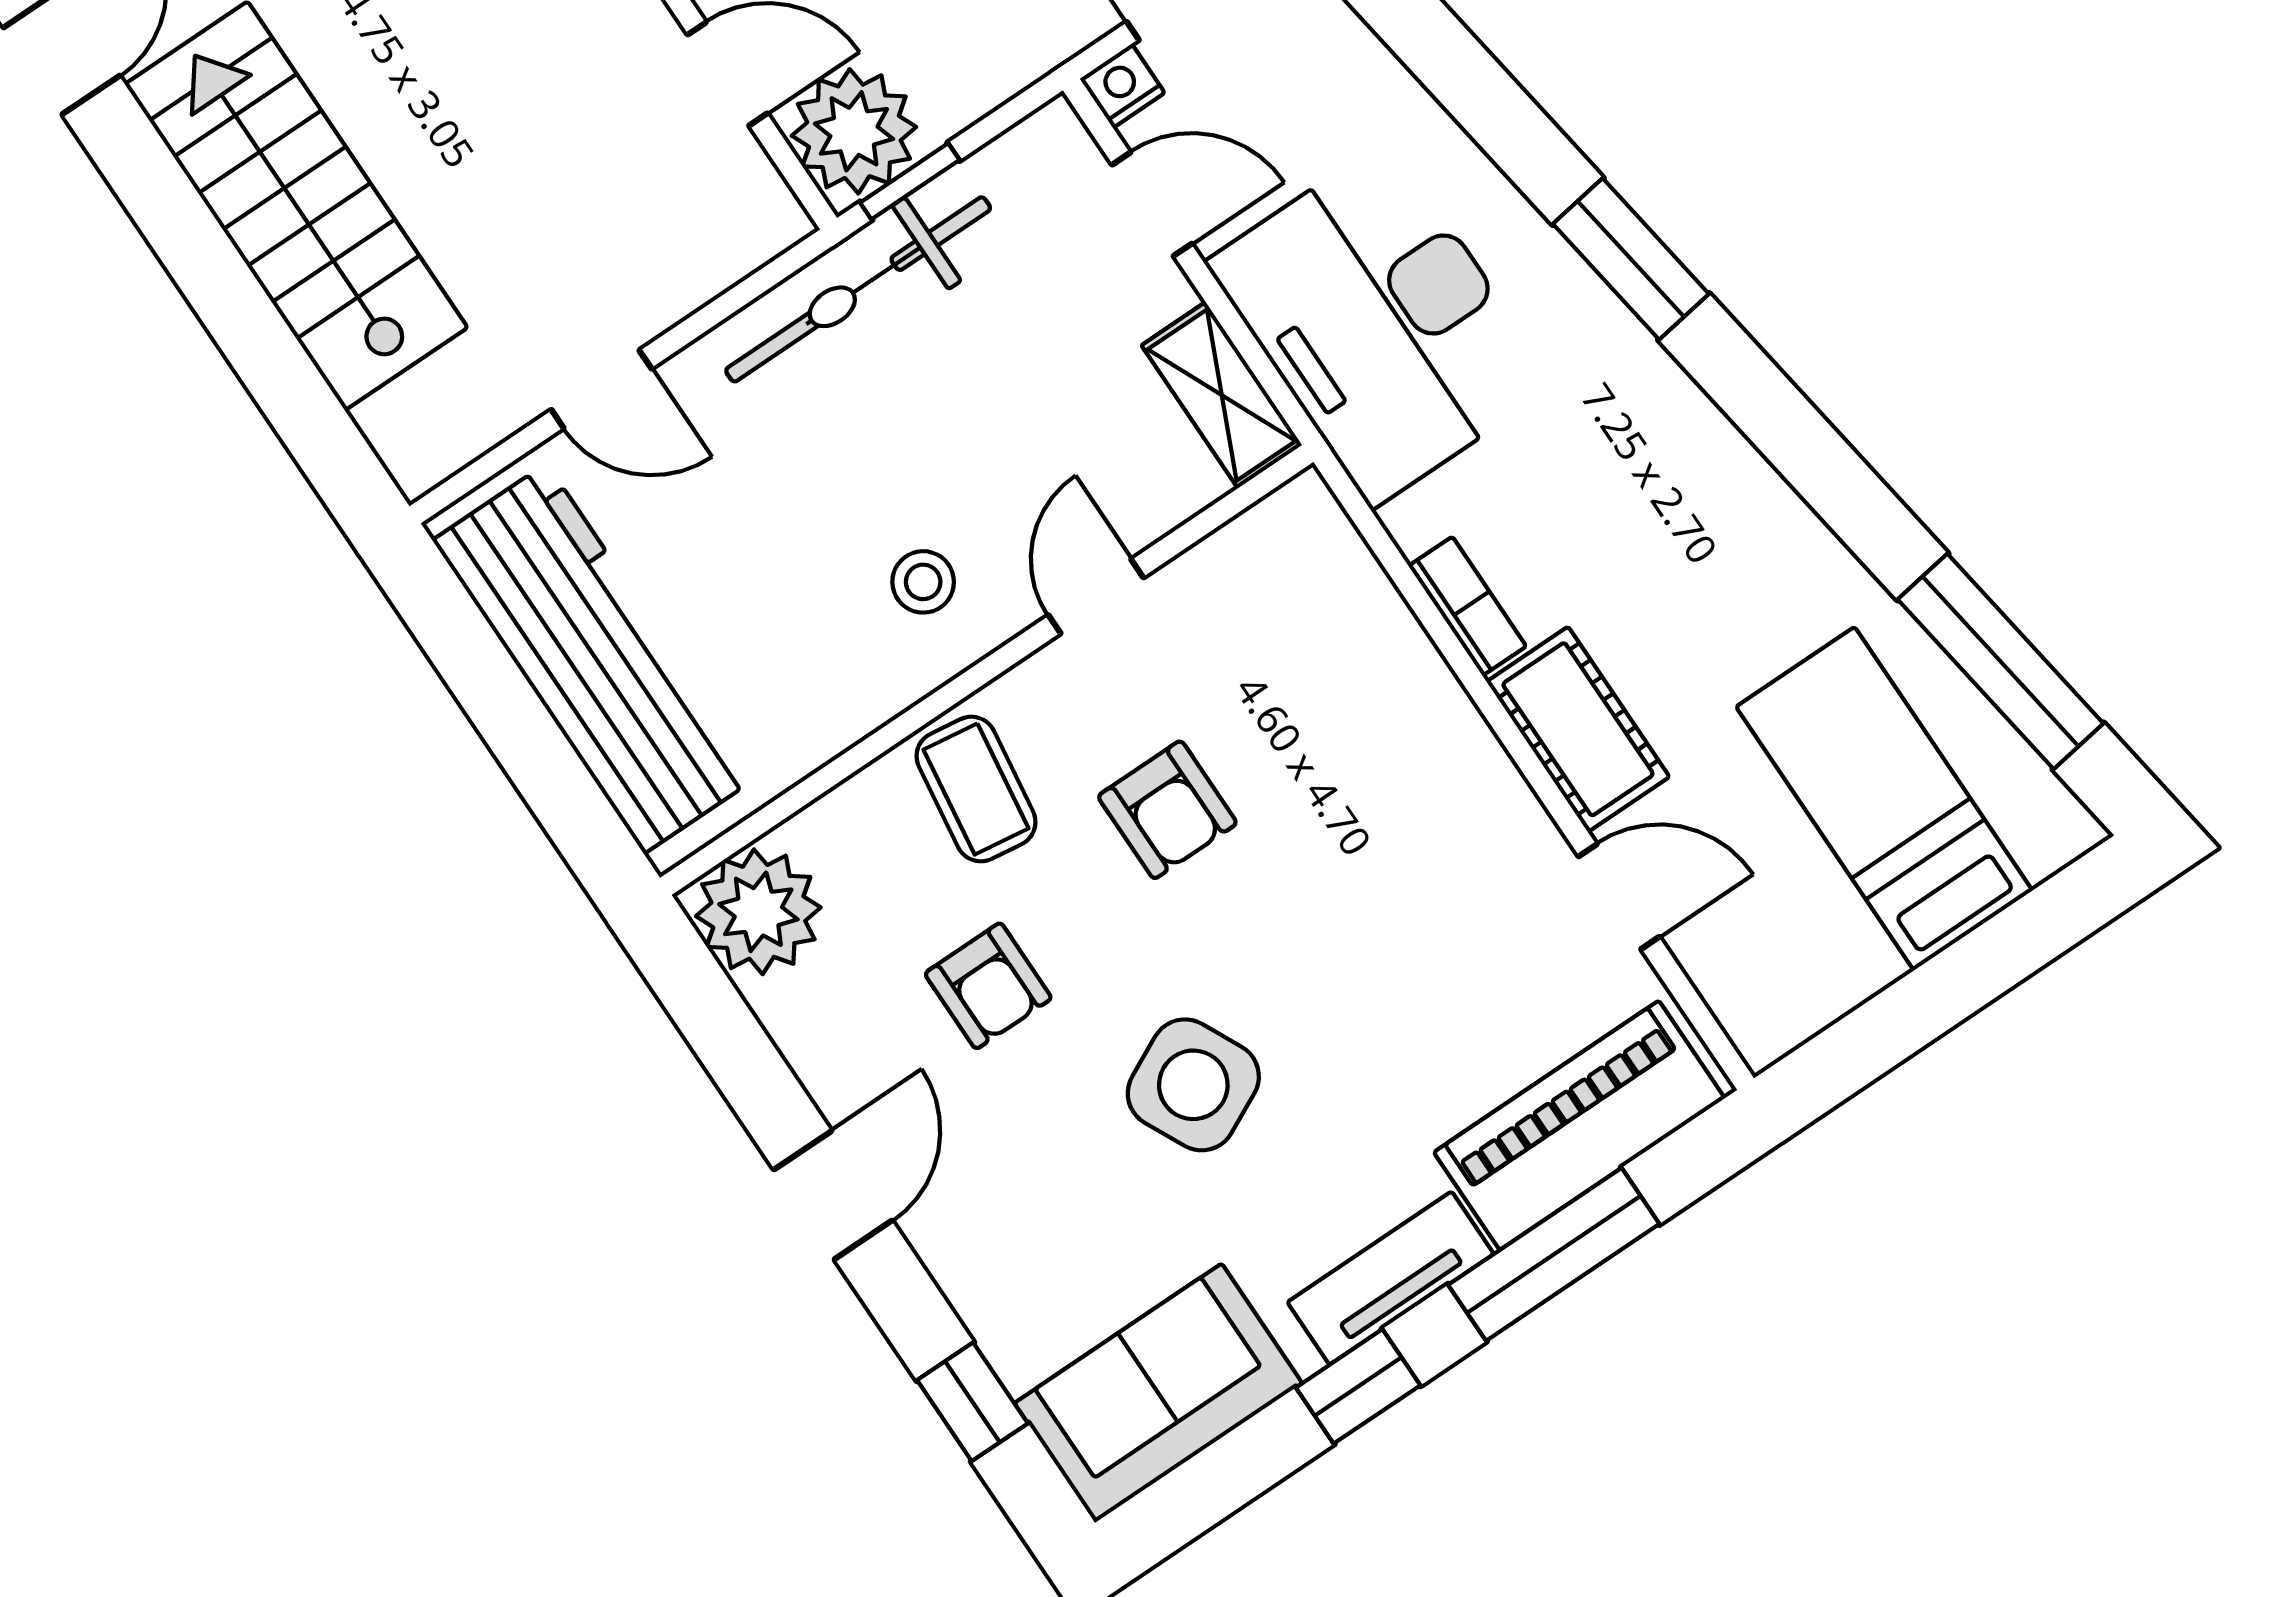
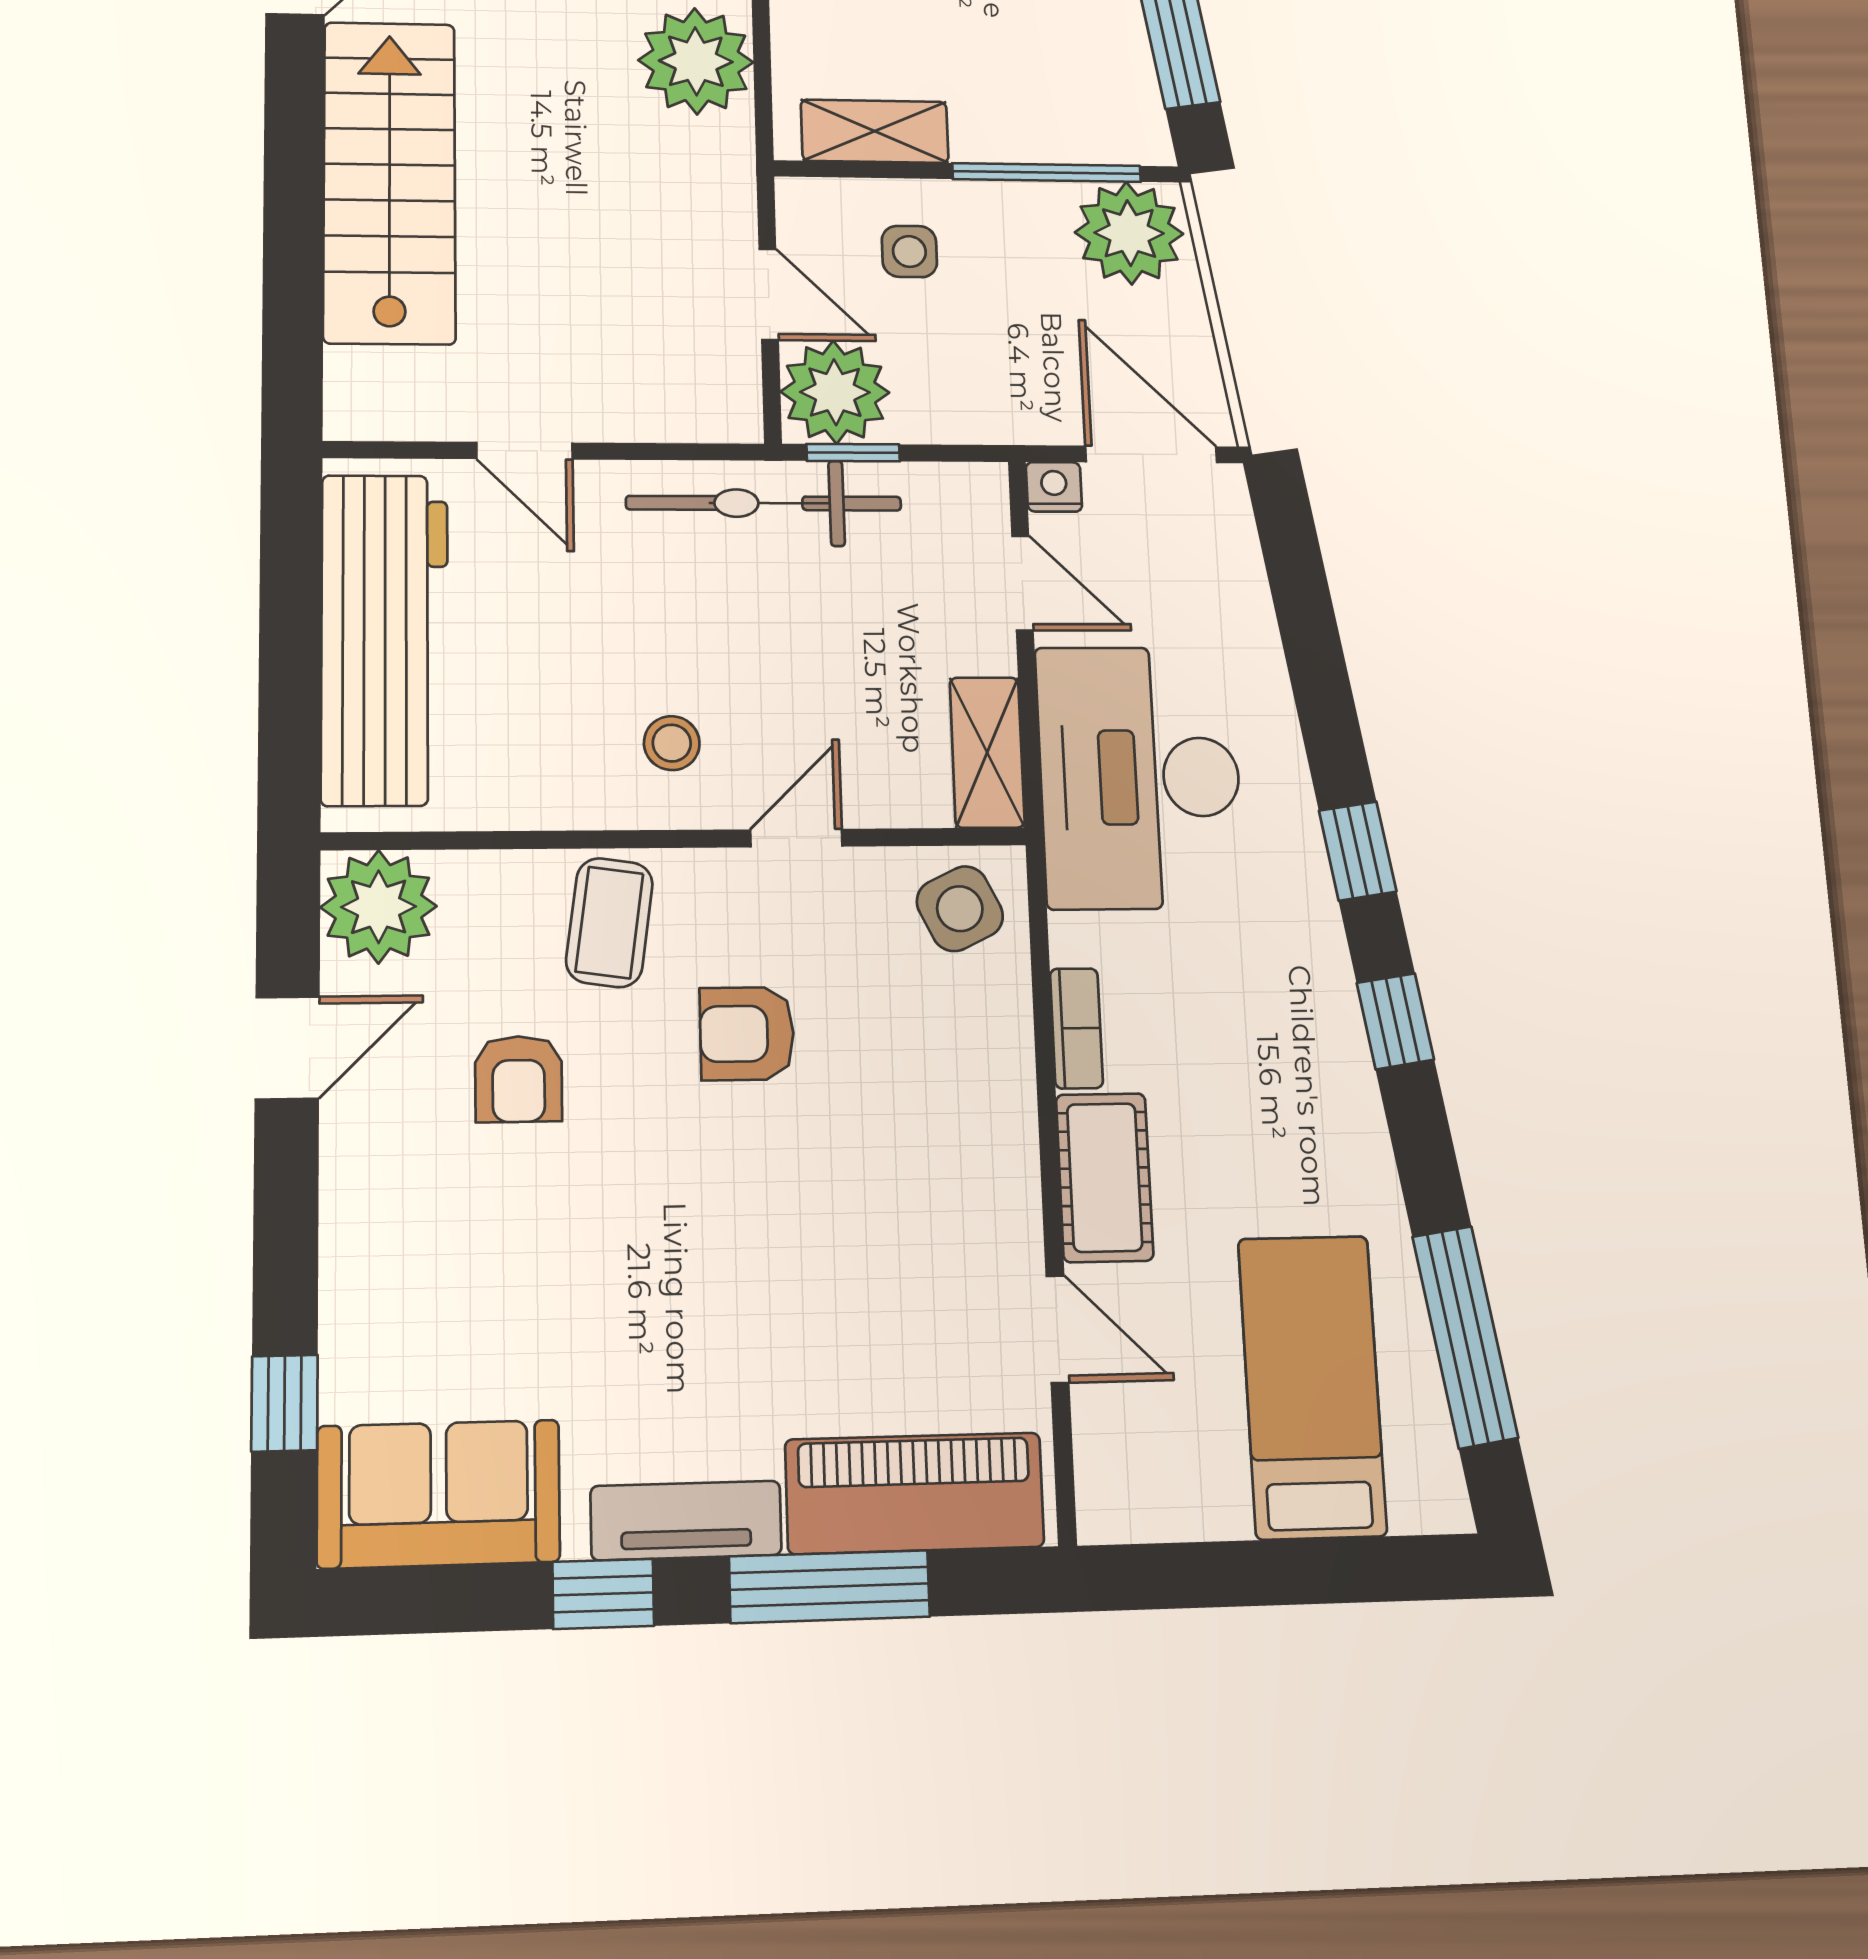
window: (1631, 259) -> (1358, 851), width x0.67
window: (1763, 403) -> (1395, 1021), added
armchair: (1167, 810) -> (747, 1034), turned 90
side table: (1193, 1085) -> (960, 909), moved, width x0.73, depth x0.73
door: (833, 1195) -> (287, 1048), moved

